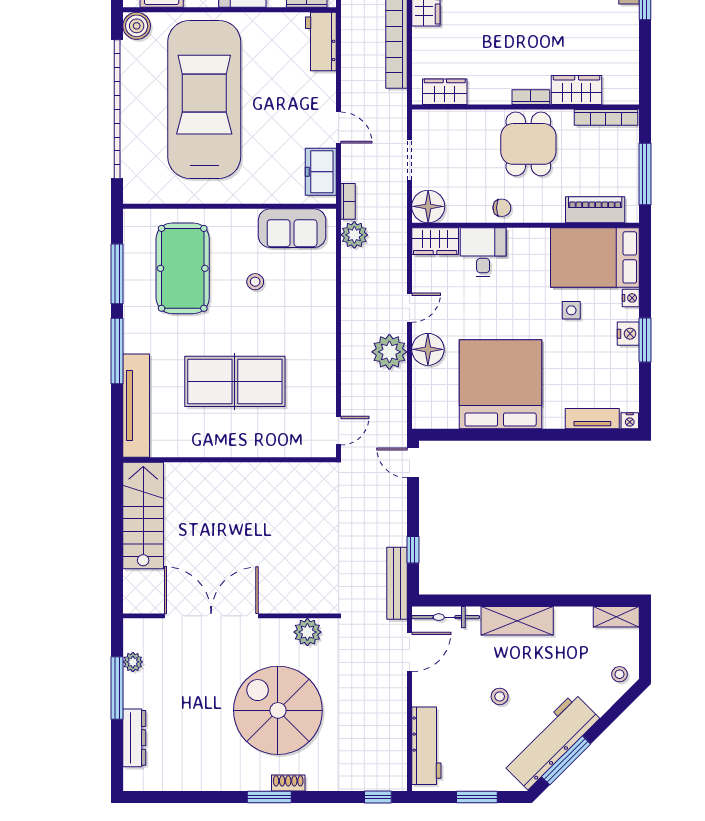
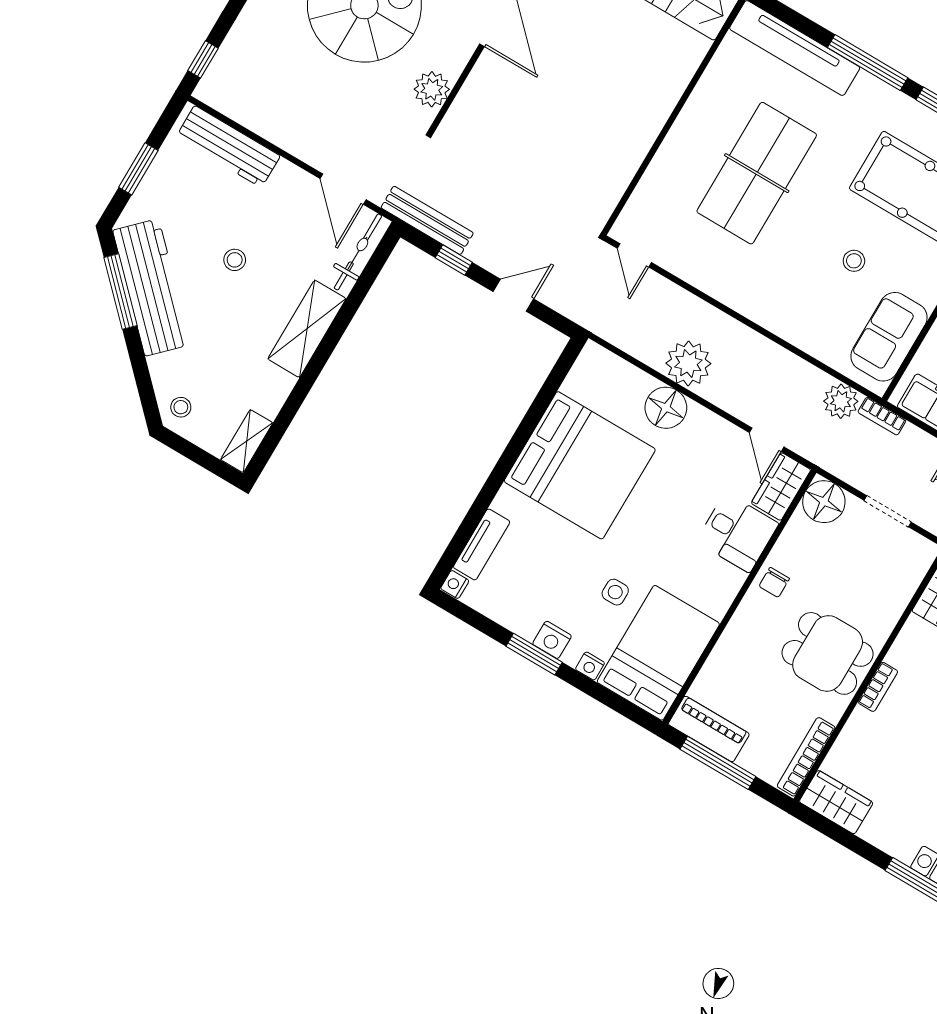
wardrobe: (577, 90) -> (836, 802), moved, turned -90
piano: (595, 210) -> (709, 729), moved, turned -90
door: (409, 308) -> (767, 440), moved
door: (413, 463) -> (513, 295), moved

